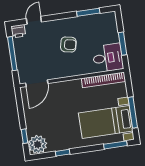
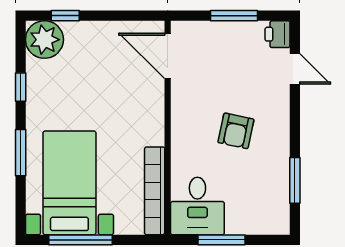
window: (12, 54) -> (234, 16), width x0.69
window: (115, 145) -> (21, 153), moved

